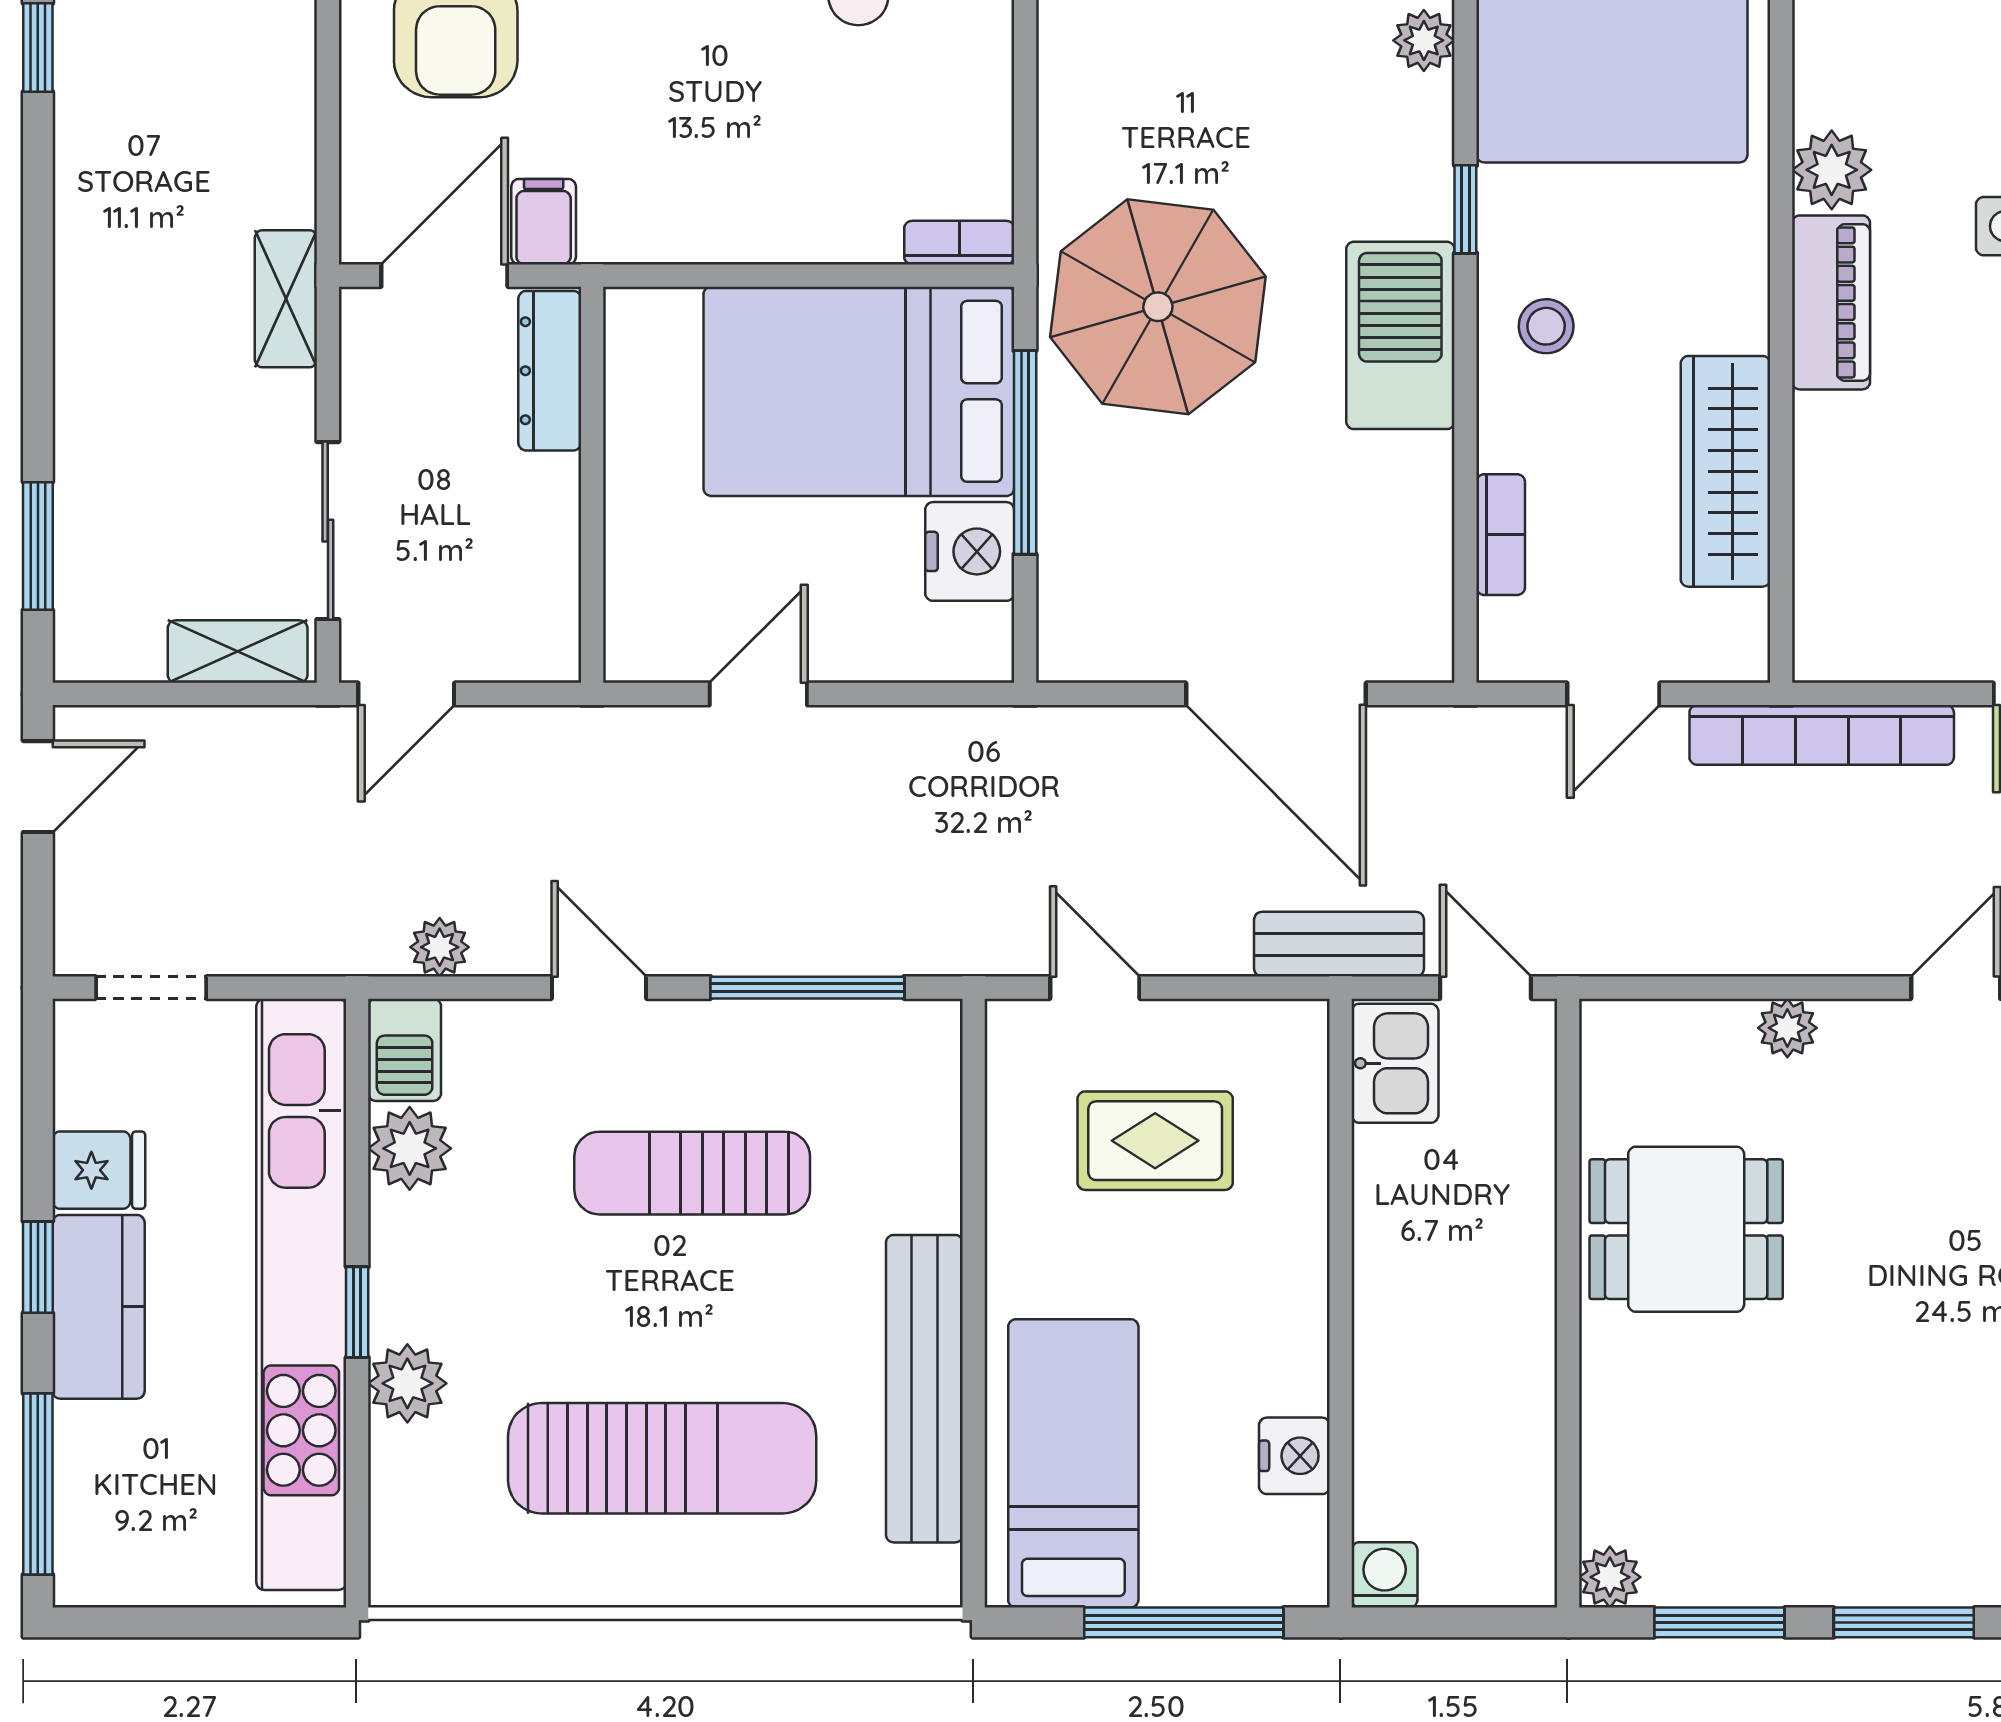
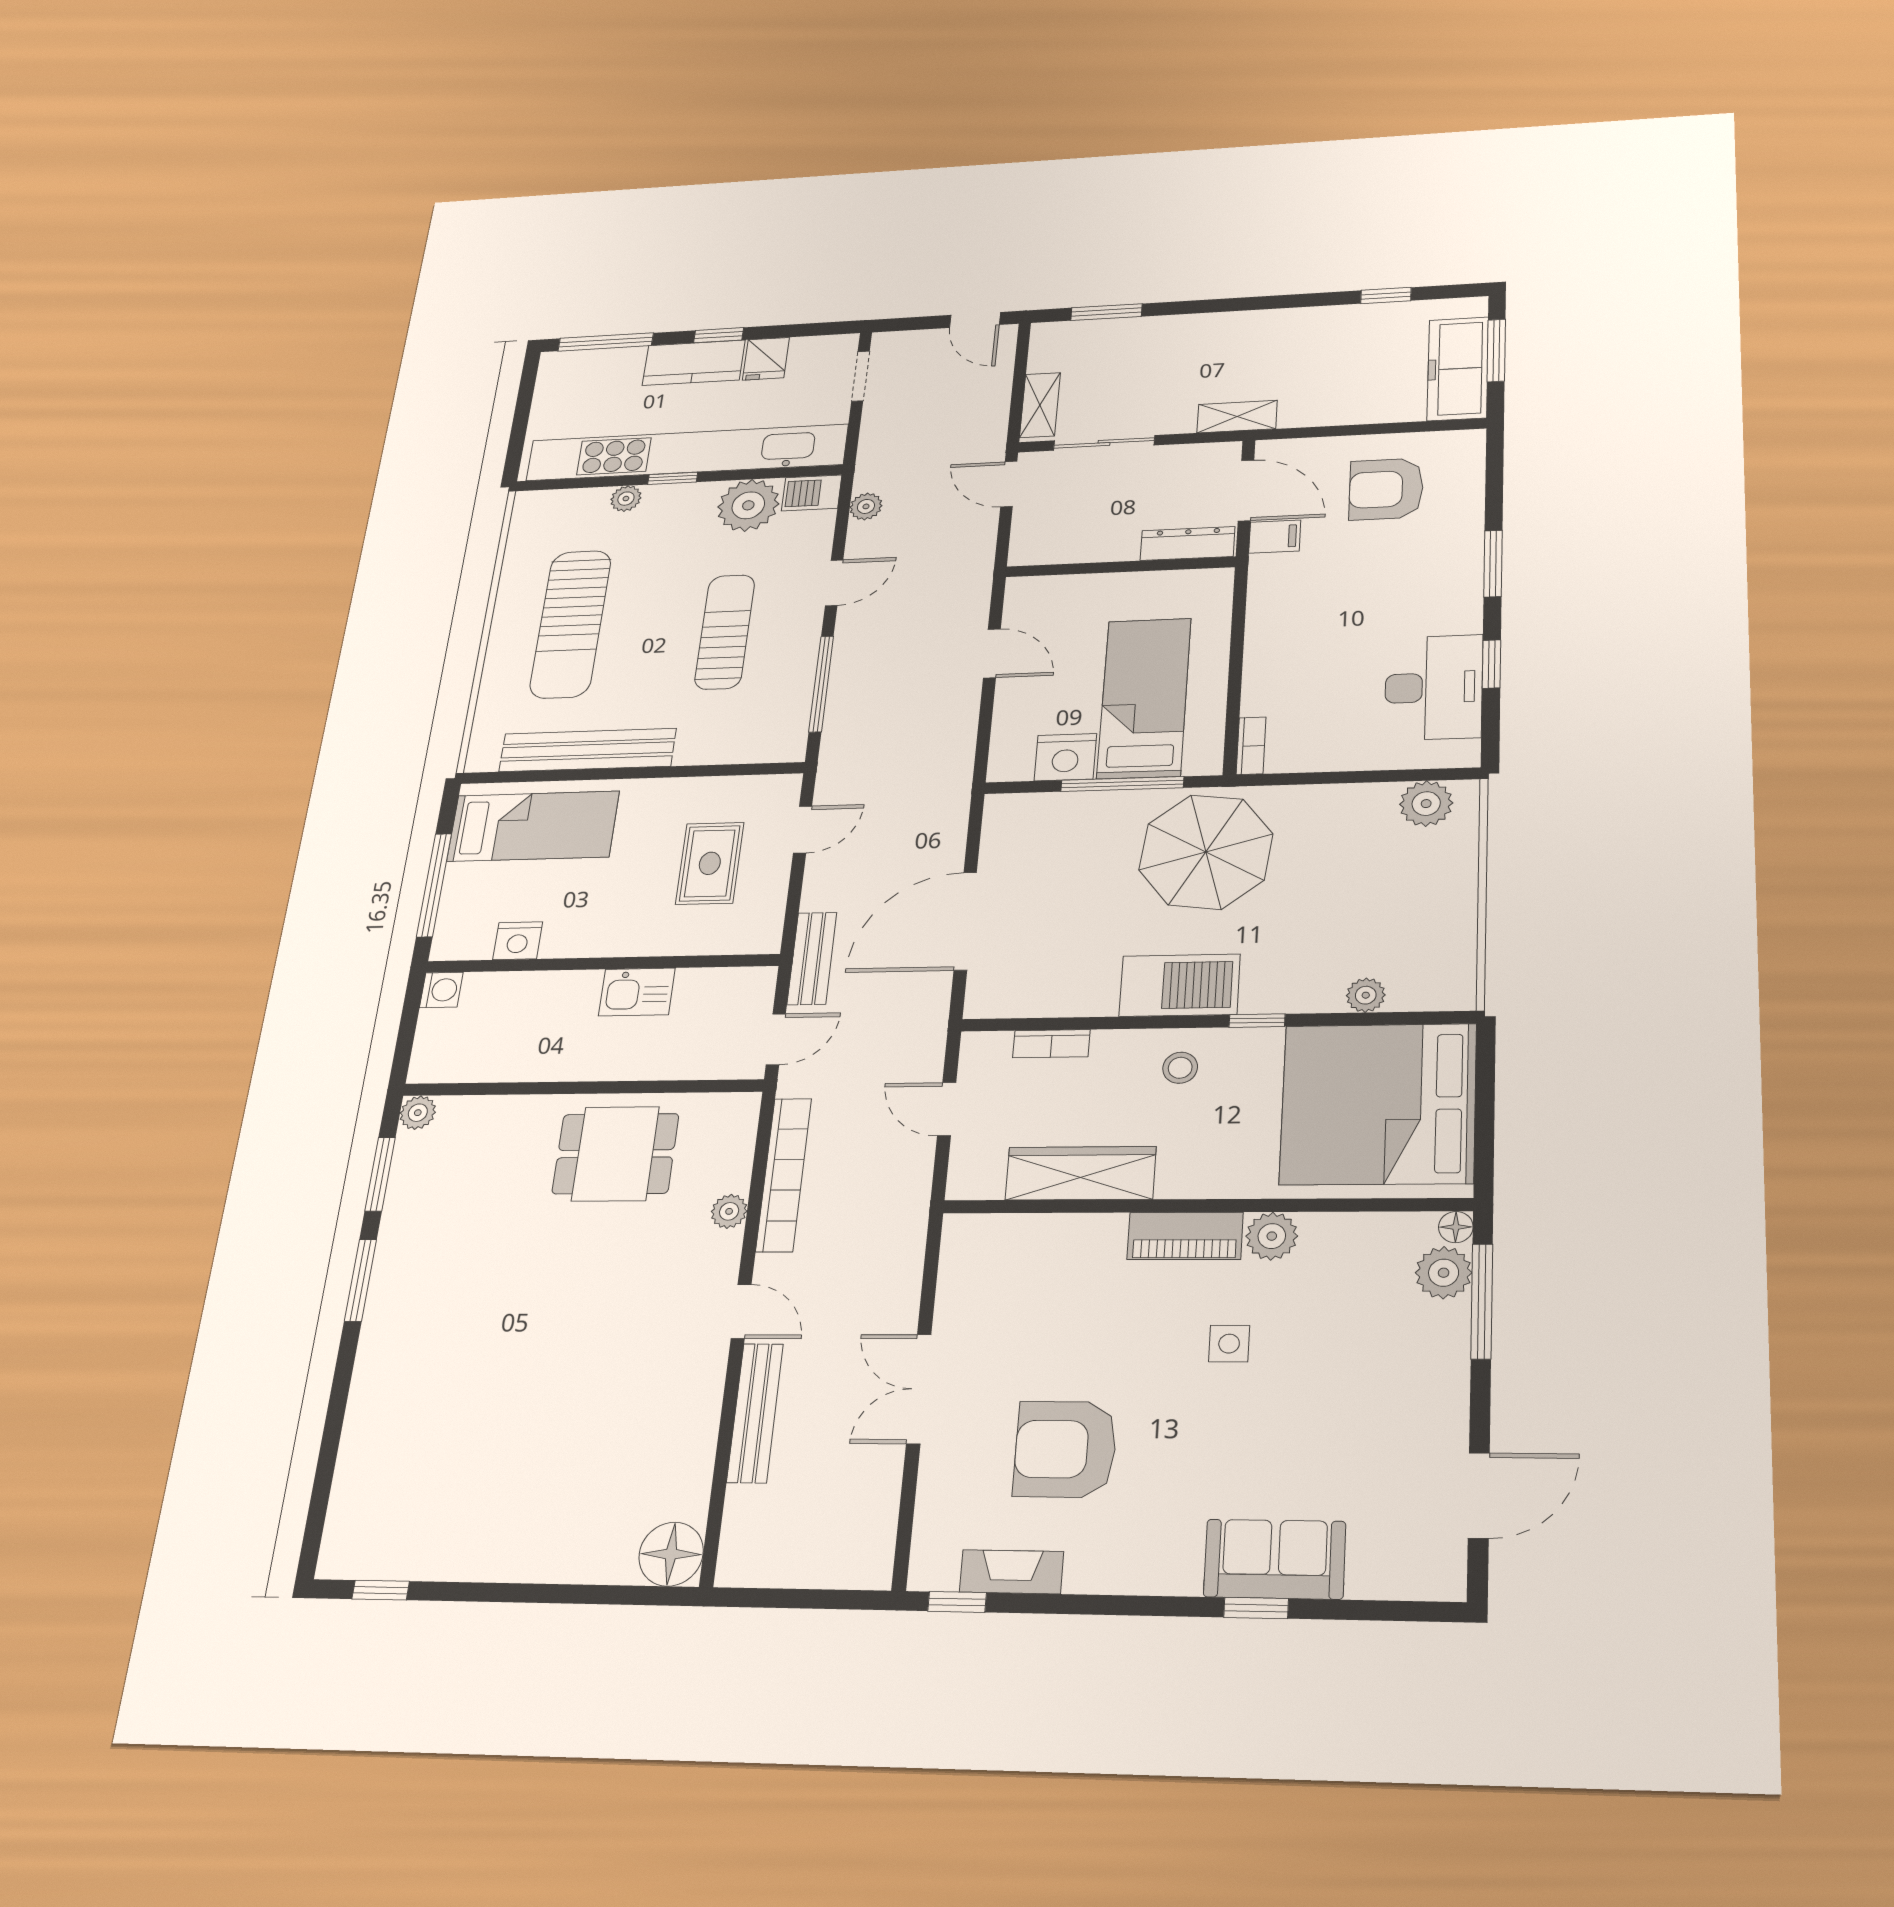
bed: (859, 391) -> (1144, 698), width x0.67
bookcase: (1822, 735) -> (784, 1175), moved, turned 180
kitchen sink: (1395, 1063) -> (637, 992), moved
plant: (410, 1148) -> (748, 505), width x1.36, depth x1.36
dining table: (1686, 1229) -> (615, 1154), turned 90
plant: (407, 1383) -> (626, 499), width x0.73, depth x0.73

